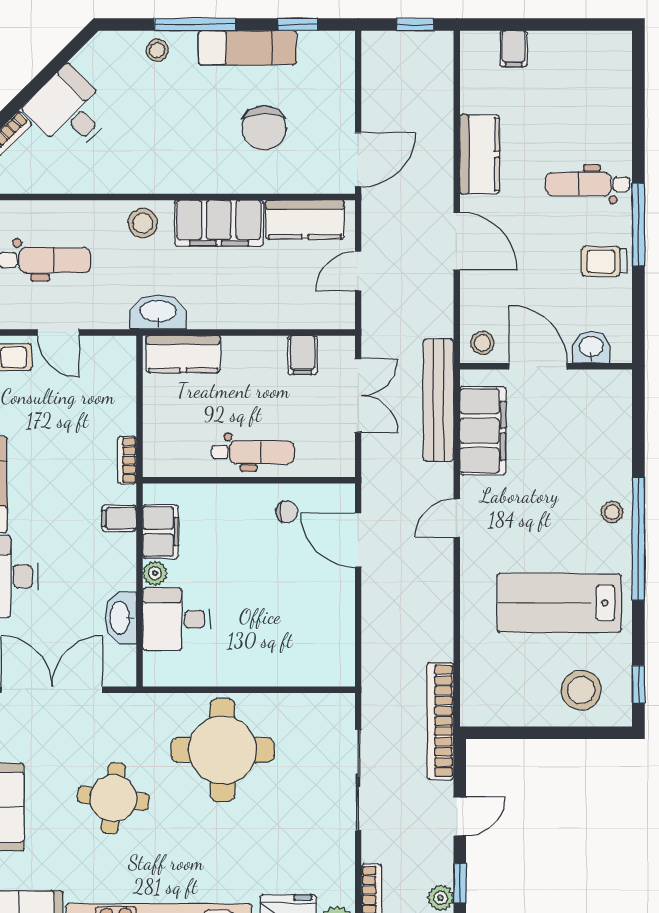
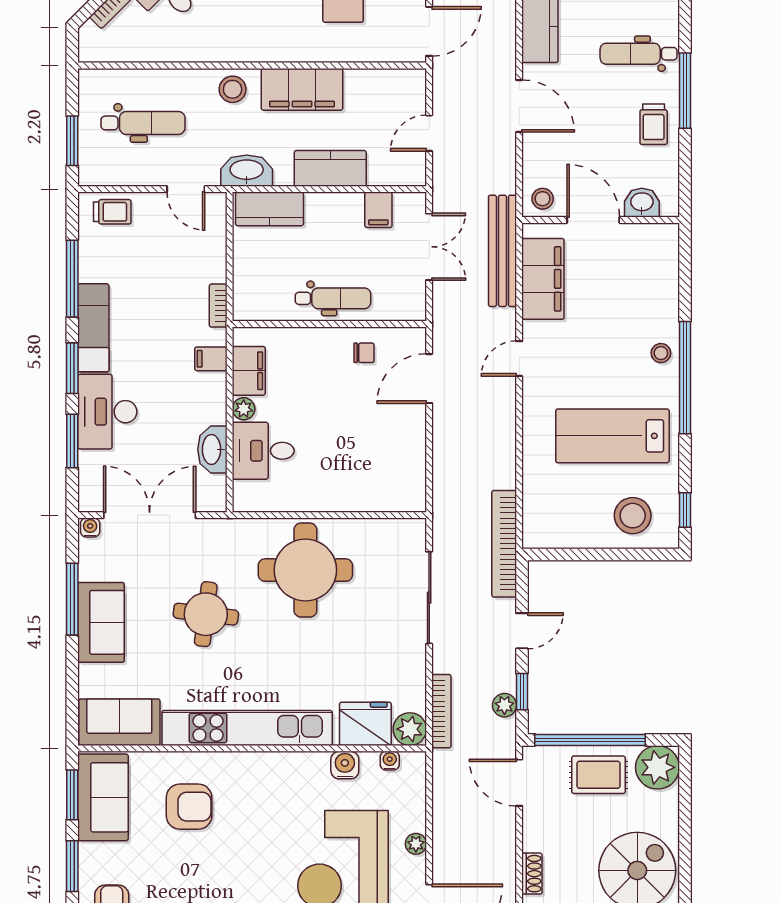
kitchen counter: (305, 220) -> (330, 168), moved, turned 180
trolley: (604, 261) -> (654, 124), turned -90
door: (58, 332) -> (186, 189), moved
door: (358, 540) -> (429, 379), hinge flipped

